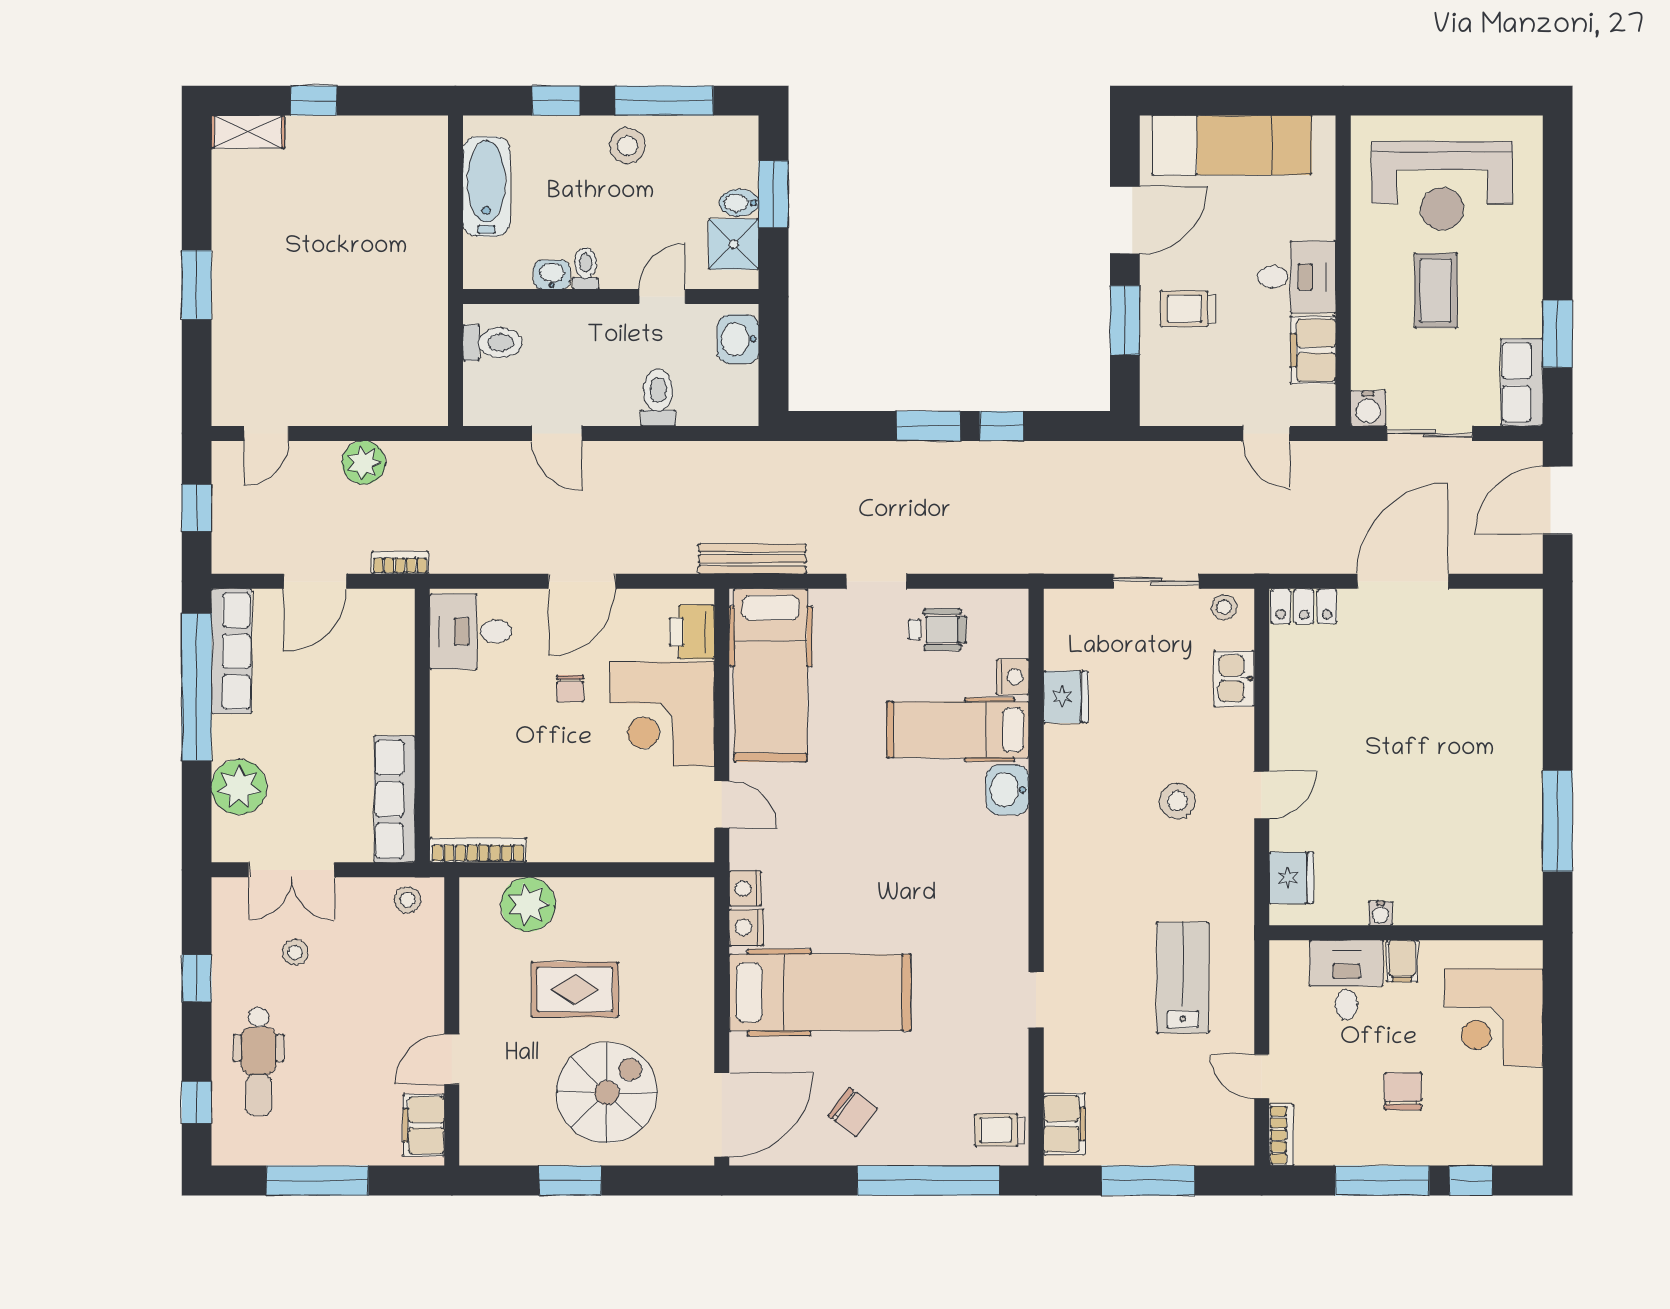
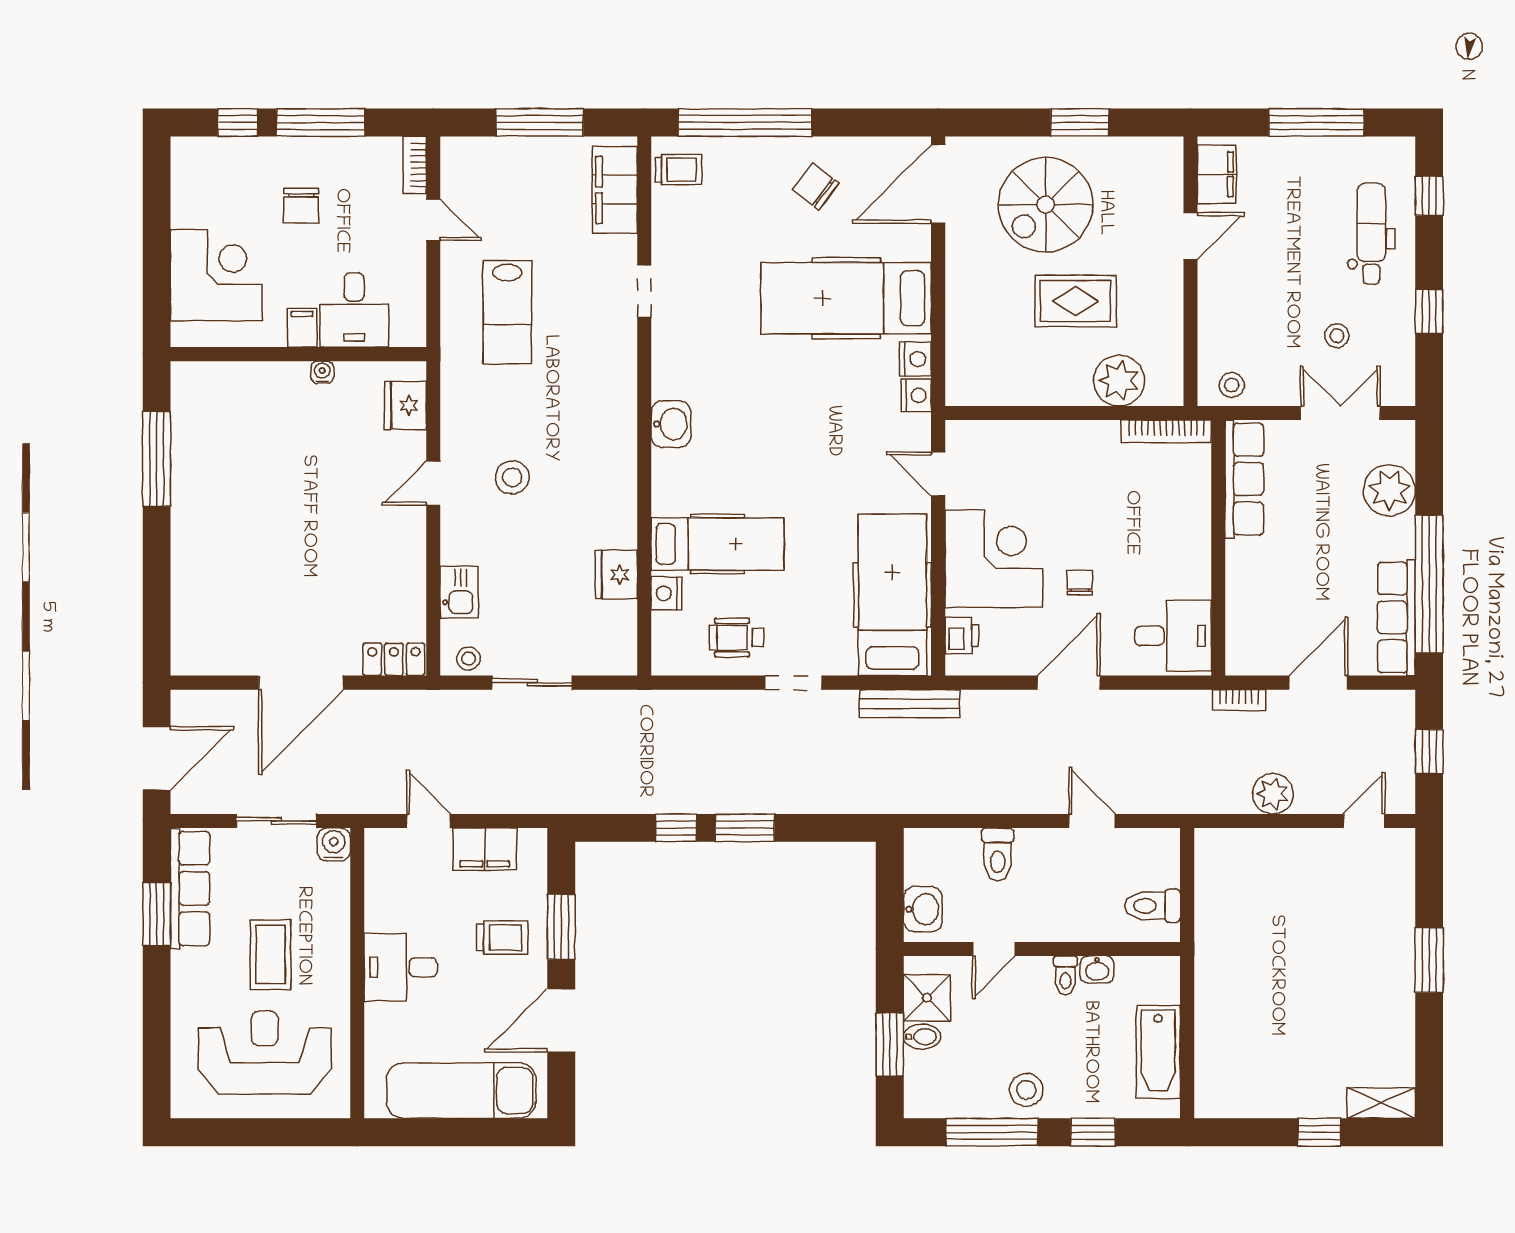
filing cabinet: (1313, 350) -> (485, 849), moved, turned 90
row of seats: (1522, 382) -> (190, 888), width x1.48
printer: (692, 632) -> (962, 635), width x0.73, depth x0.81
washbasin: (1007, 790) -> (671, 424), moved
filing cabinet: (1064, 1124) -> (615, 190), width x1.50, depth x1.17

